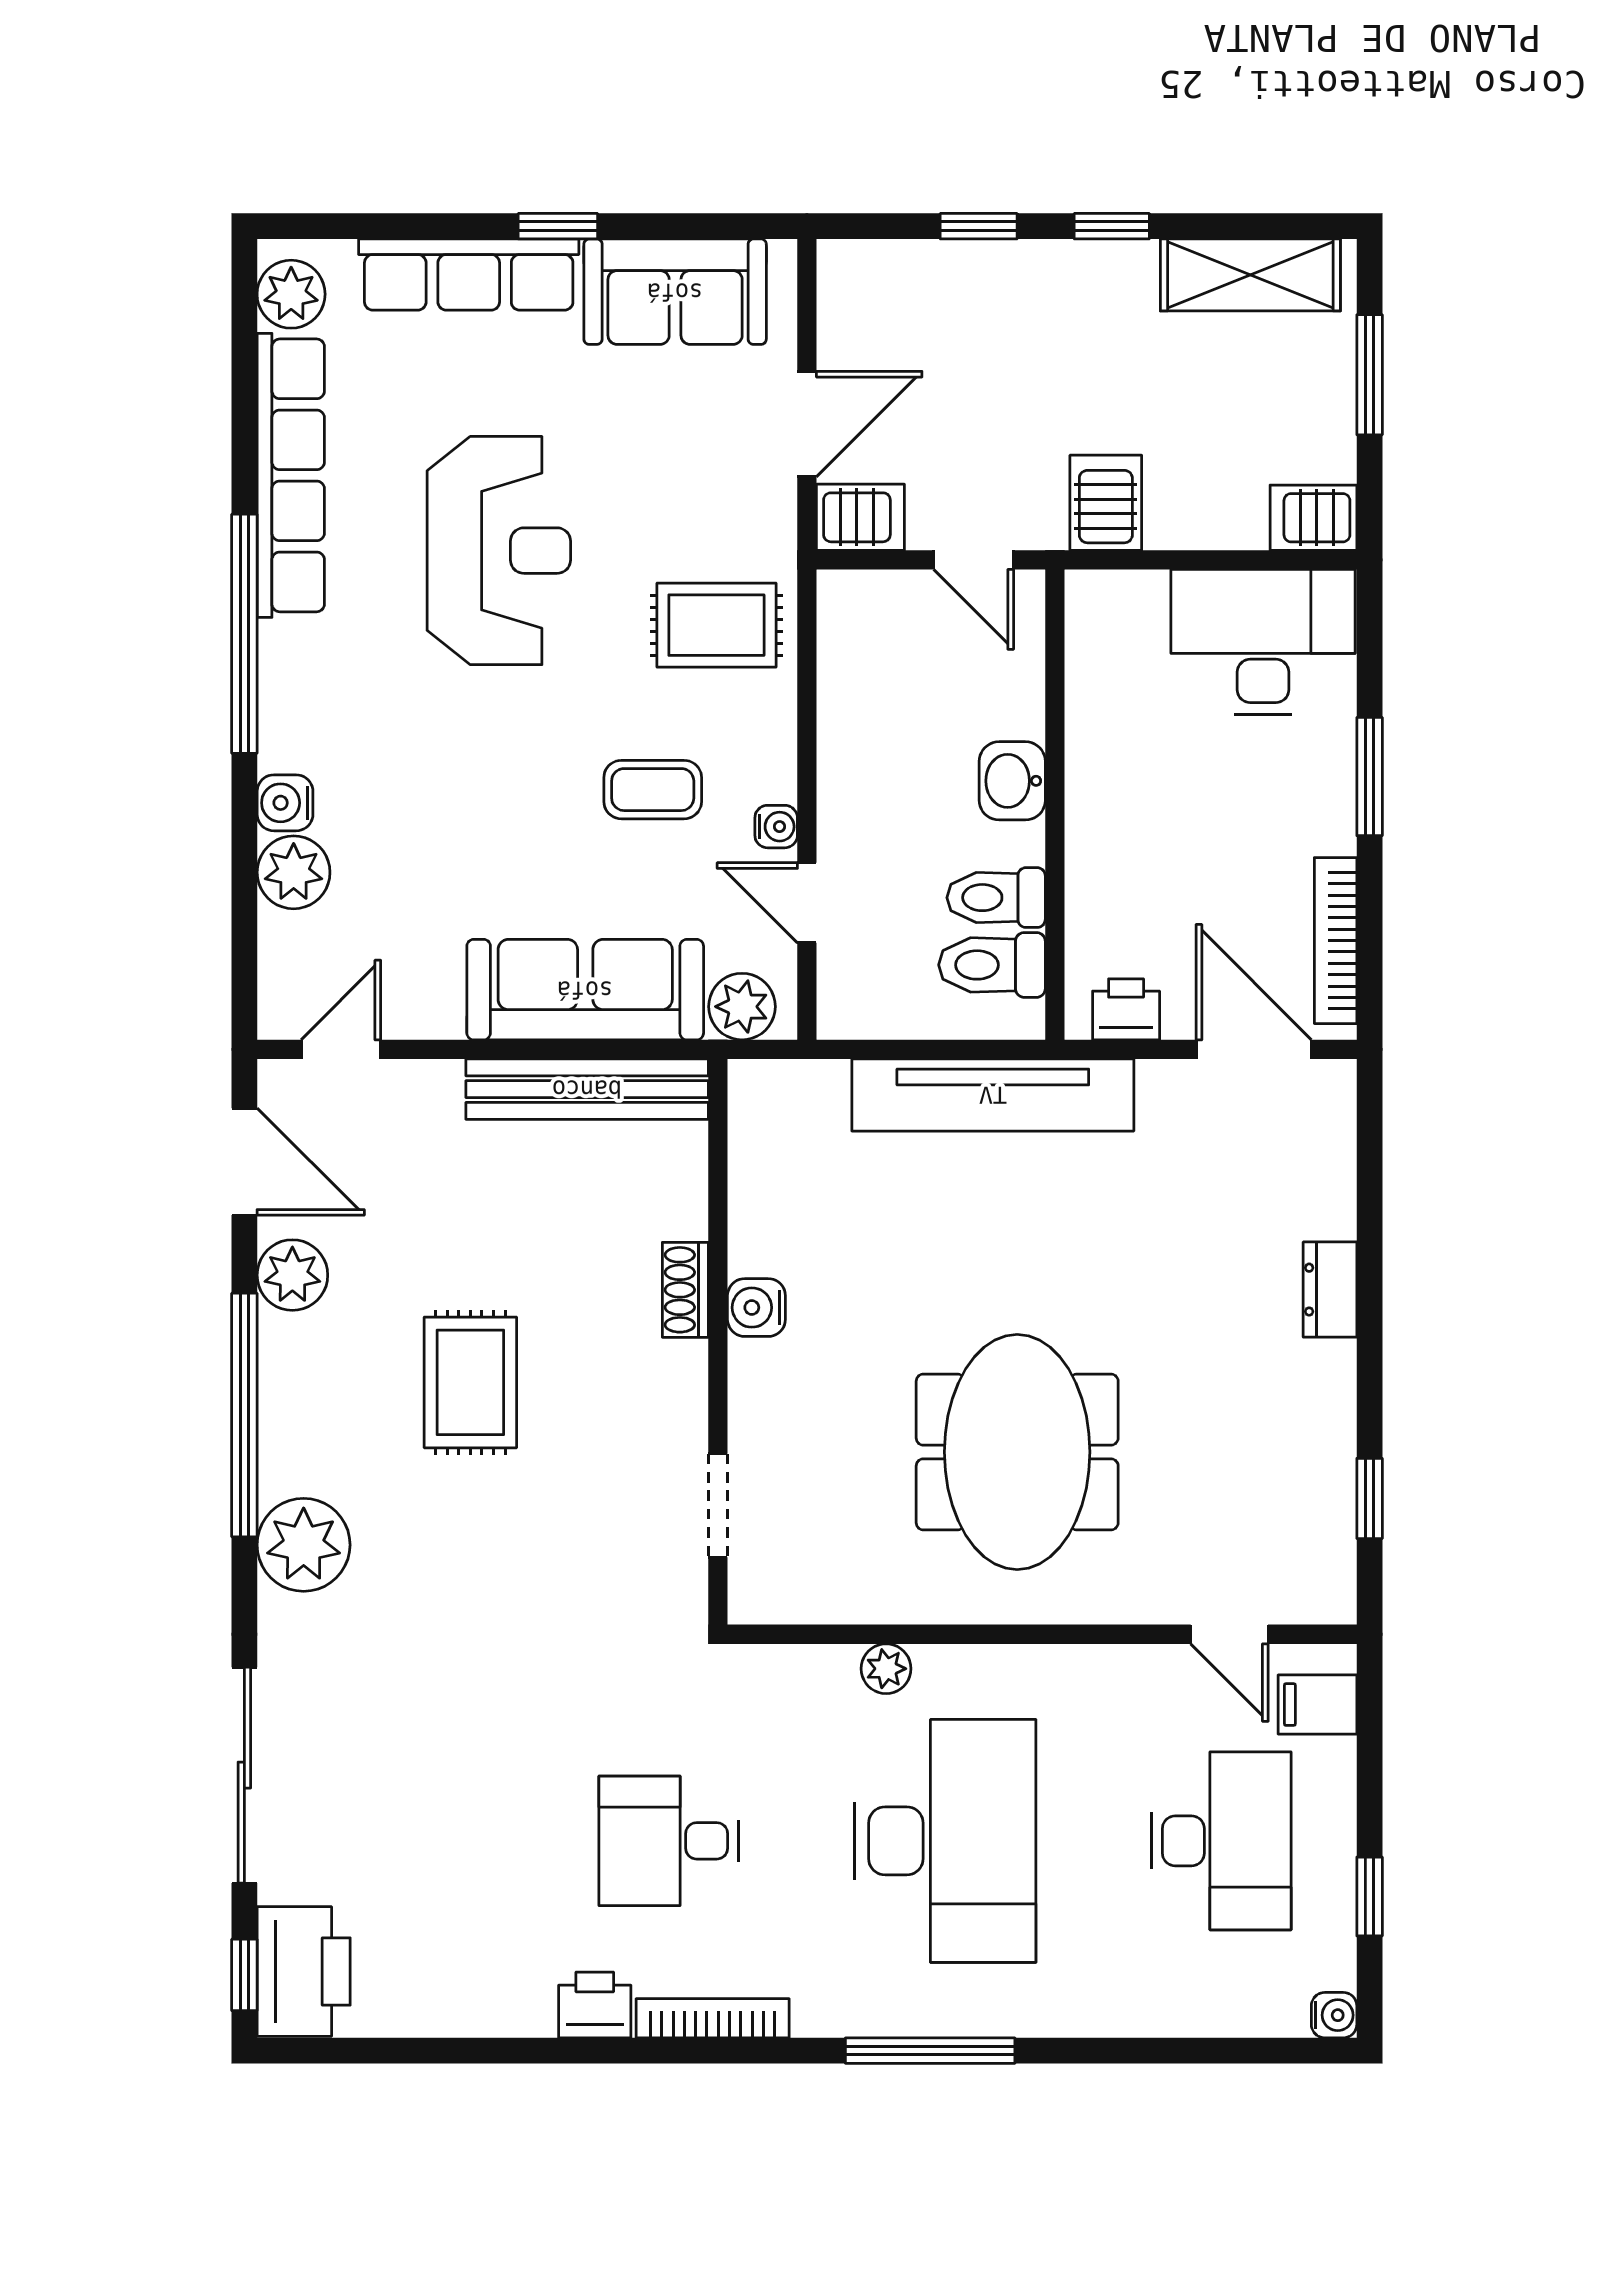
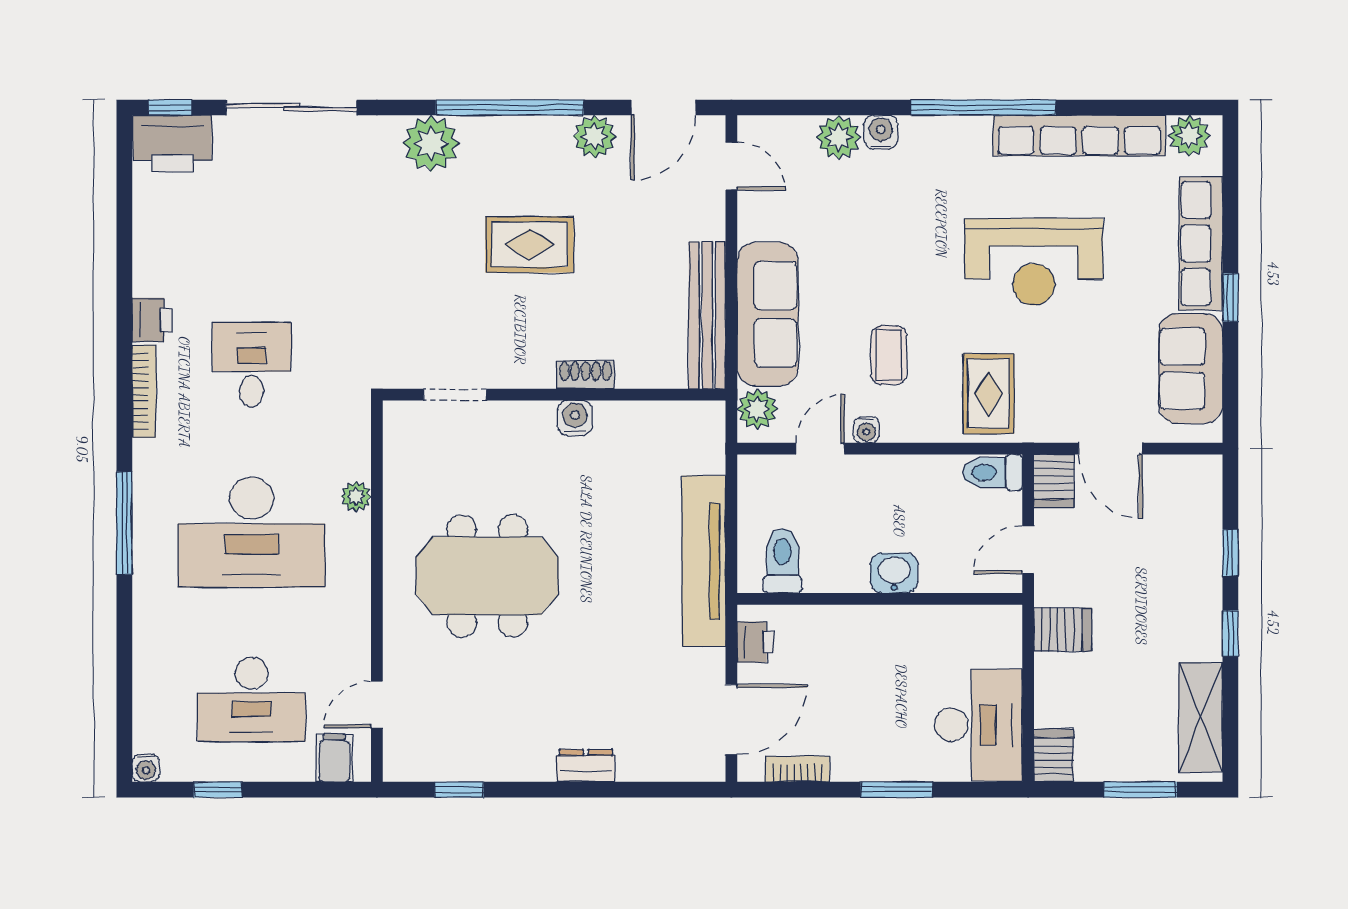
toilet: (996, 898) -> (992, 472), moved, turned -90
bookcase: (1336, 941) -> (797, 769), width x0.64

